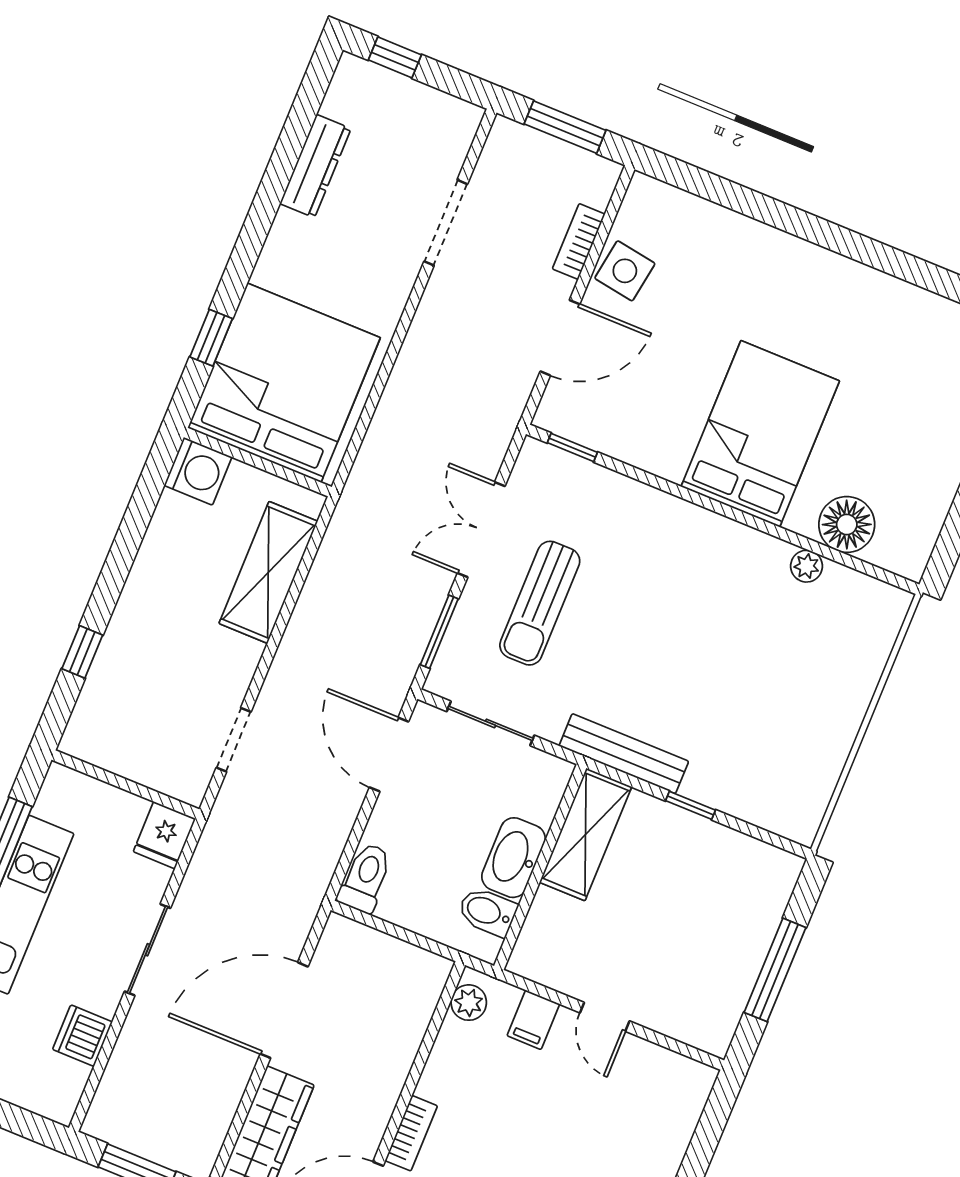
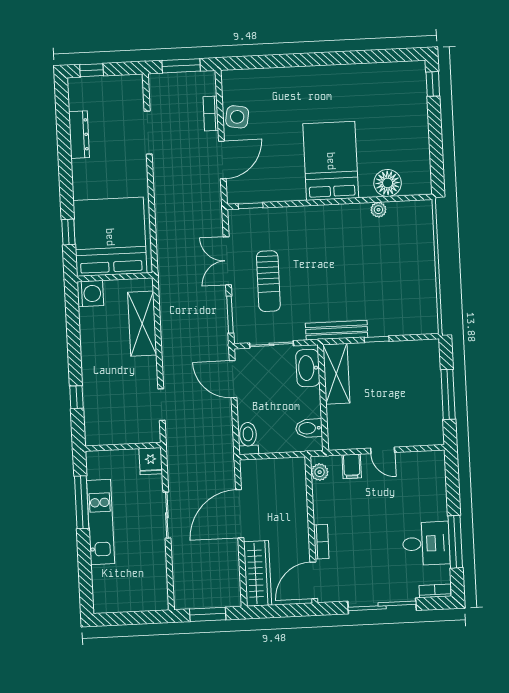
washbasin: (513, 858) -> (308, 368), moved
dishwasher: (82, 1036) -> (156, 567), removed

